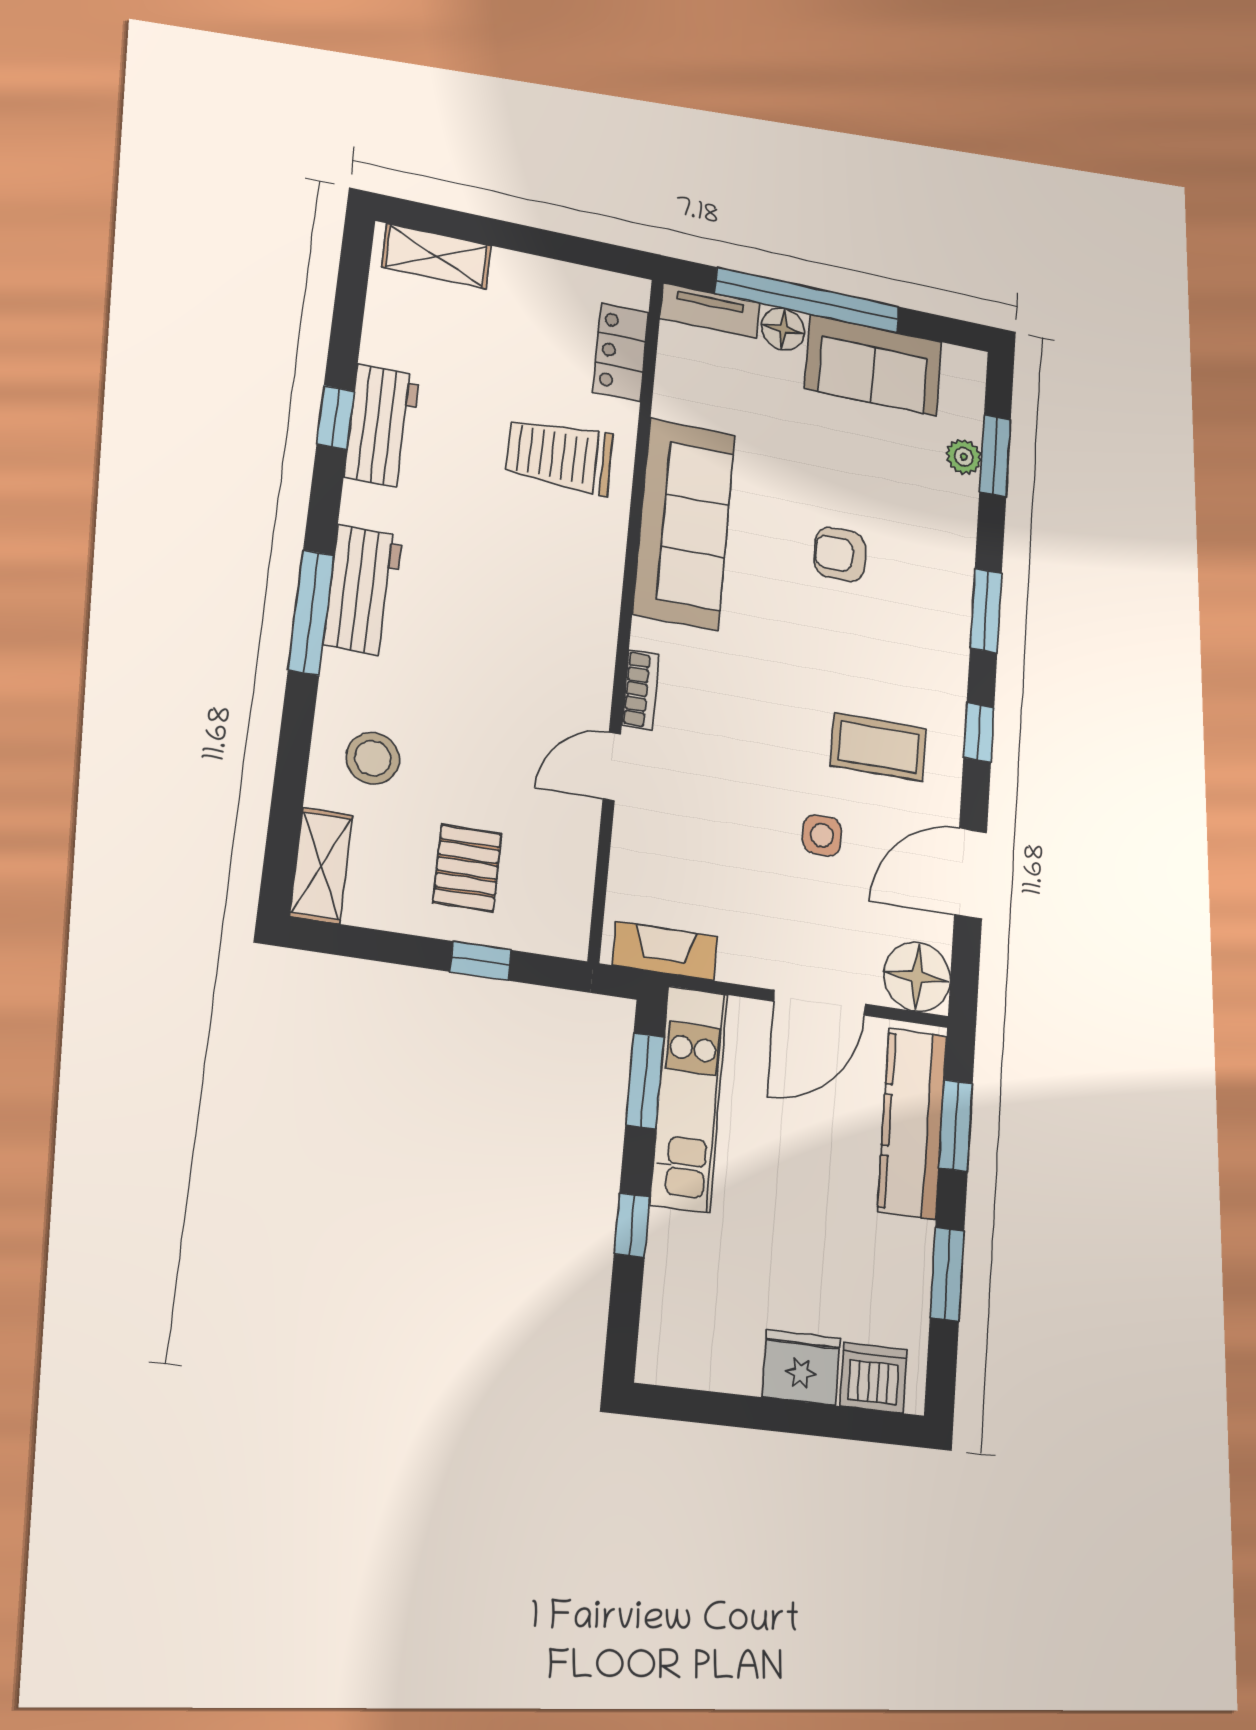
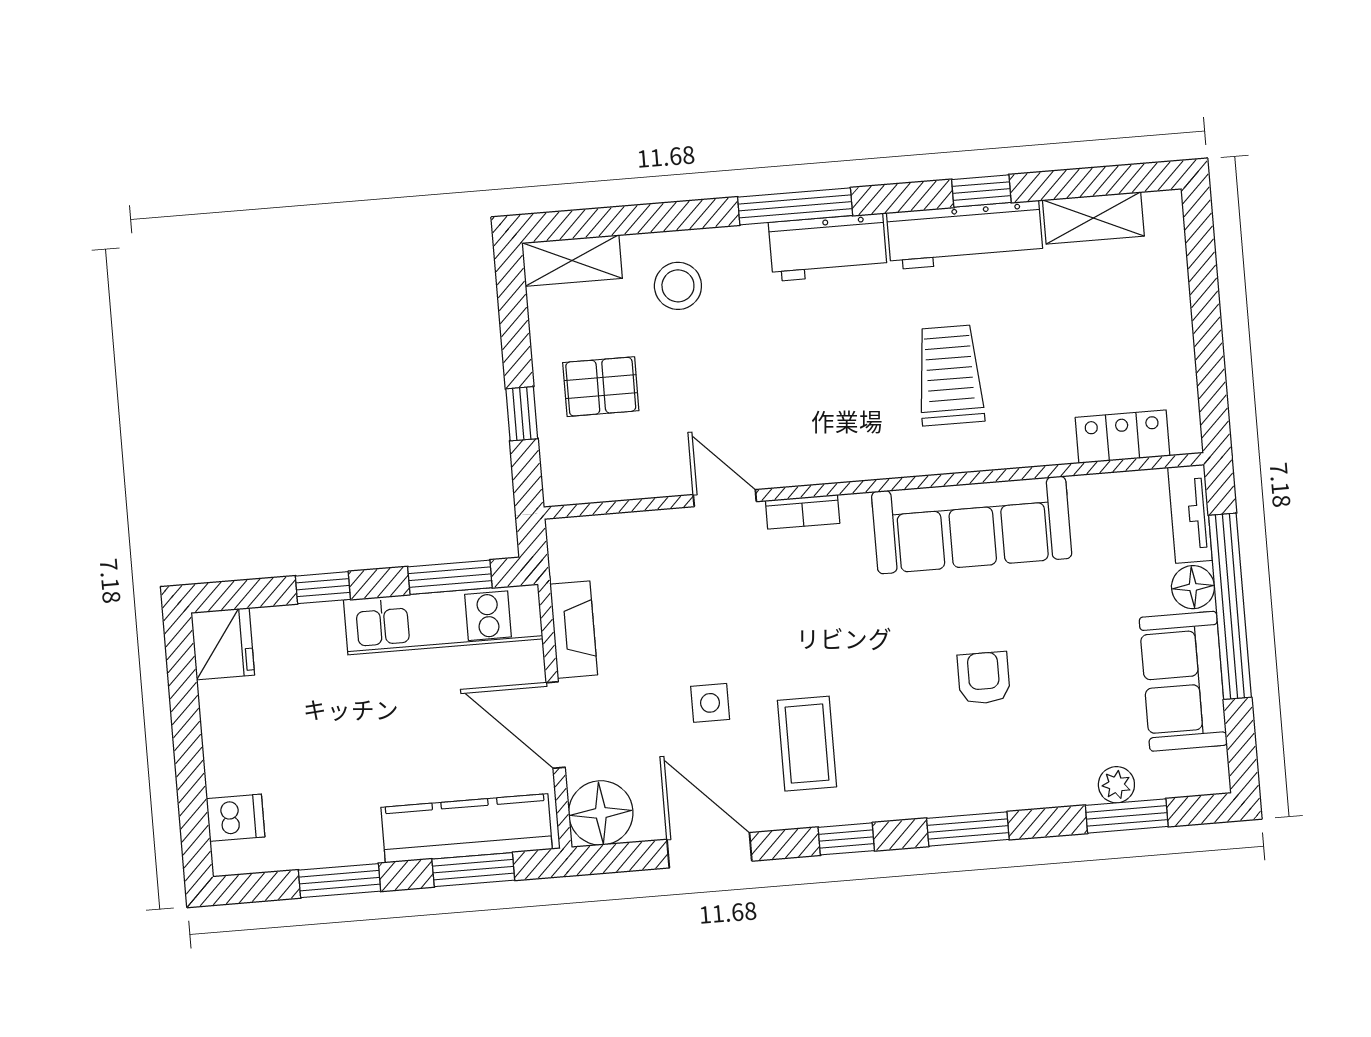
shelving: (436, 256) -> (1093, 218), moved, turned 90
workbench: (382, 426) -> (965, 235), width x1.38
trolley: (559, 456) -> (950, 375), moved
fireplace: (665, 951) -> (574, 630), moved
fridge: (801, 1368) -> (223, 644), moved
dishwasher: (873, 1378) -> (236, 818), width x0.73

